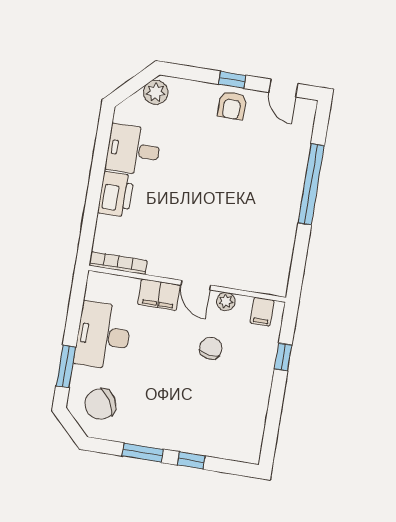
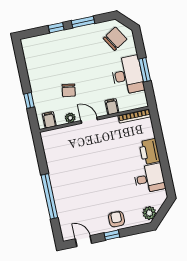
armchair: (232, 105) -> (116, 219), moved
filing cabinet: (159, 295) -> (112, 107), width x0.50
window: (66, 366) -> (145, 70), moved

